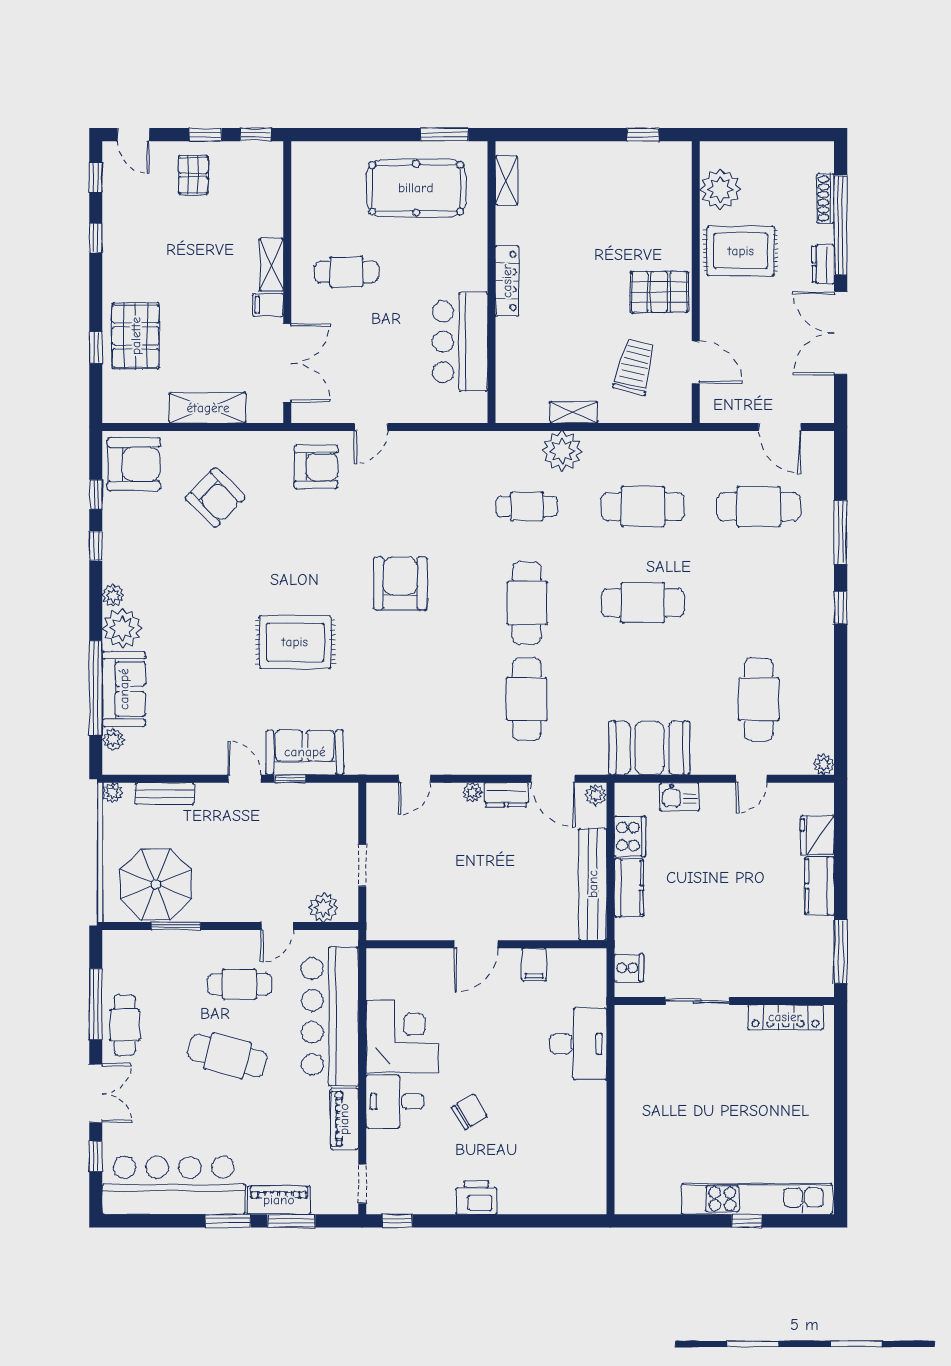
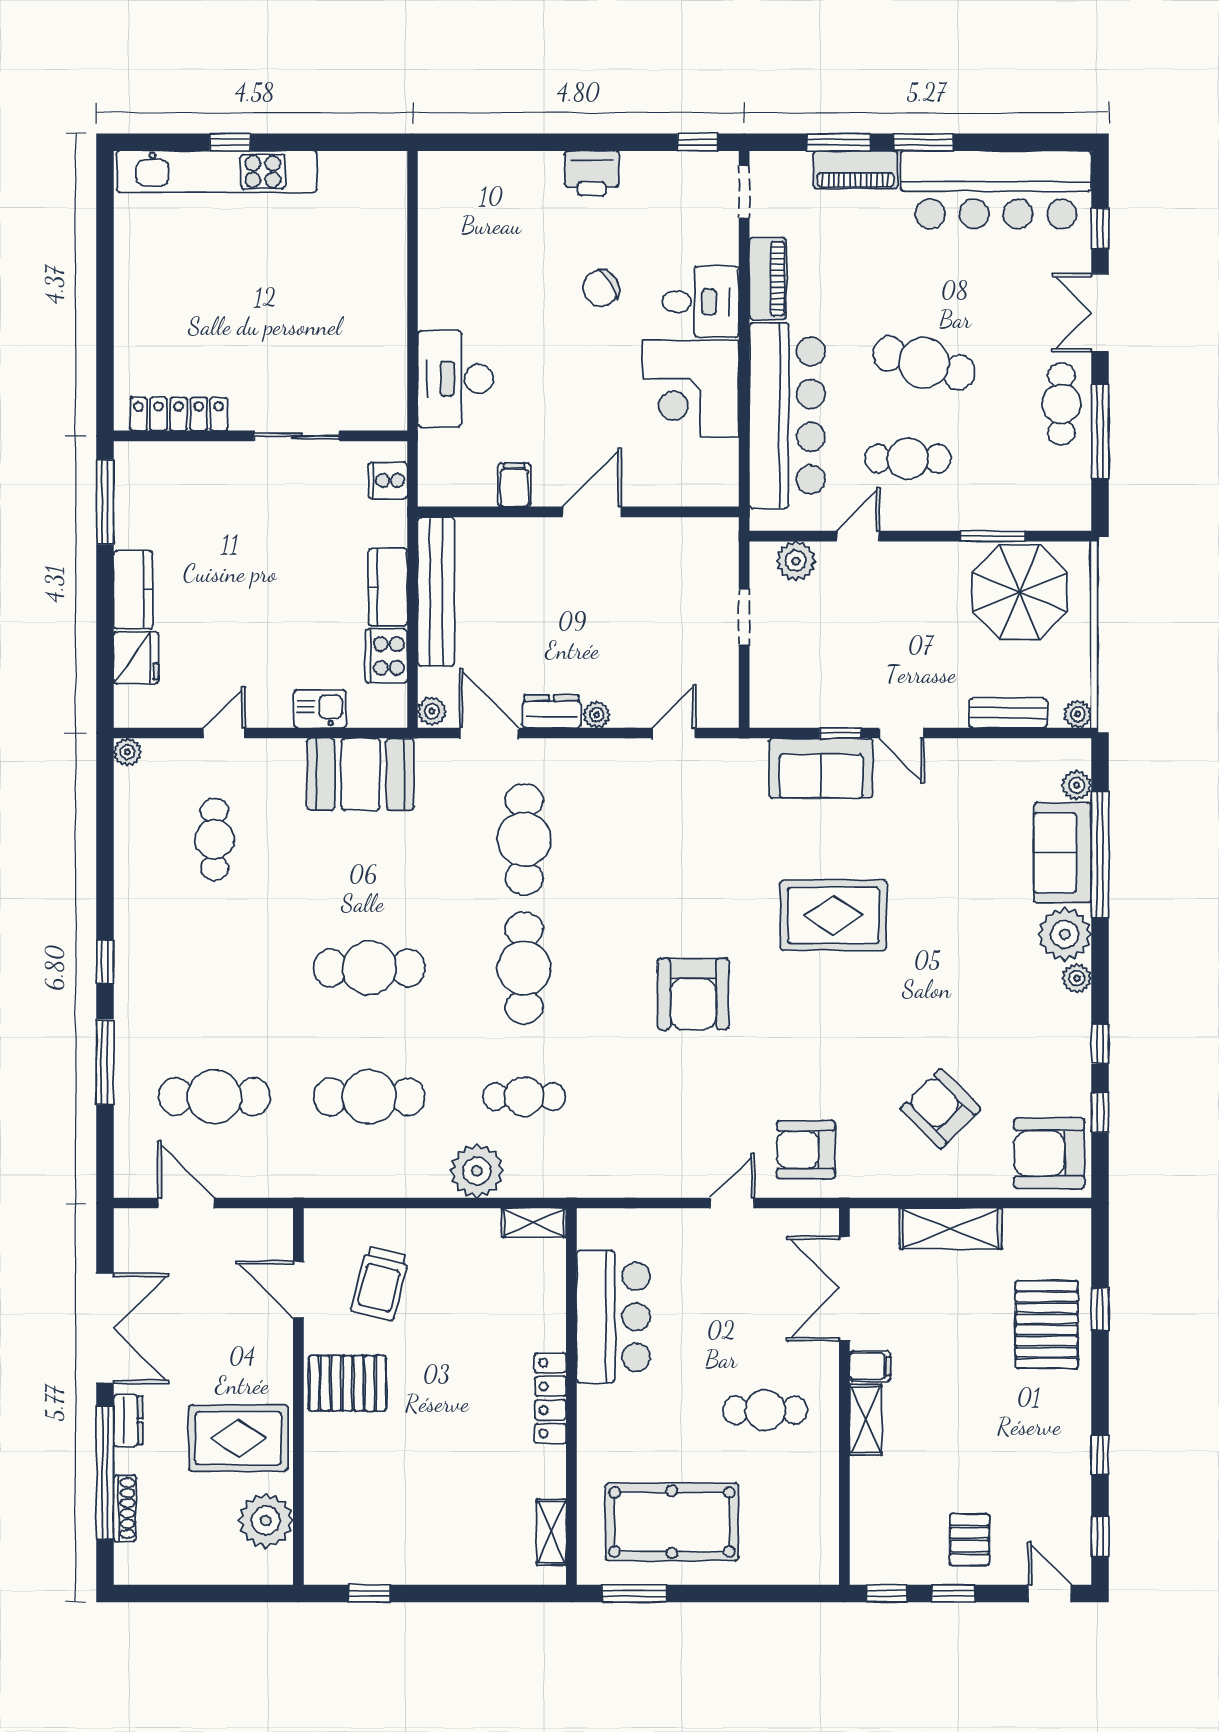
shelving: (574, 412) -> (534, 1223), moved
cafe table: (759, 699) -> (214, 839), width x0.73, depth x0.74

